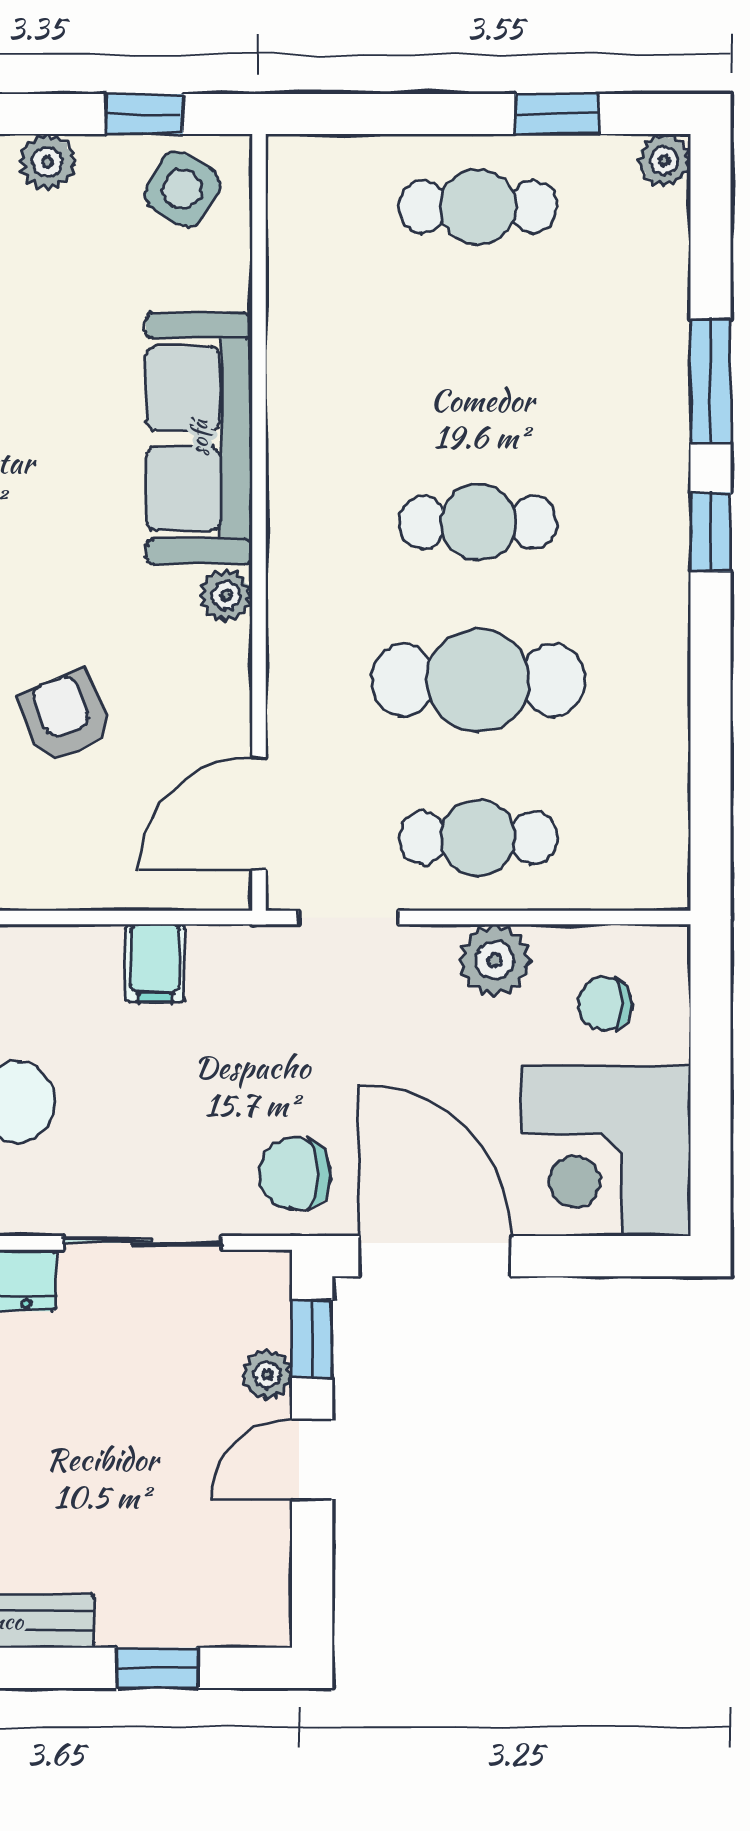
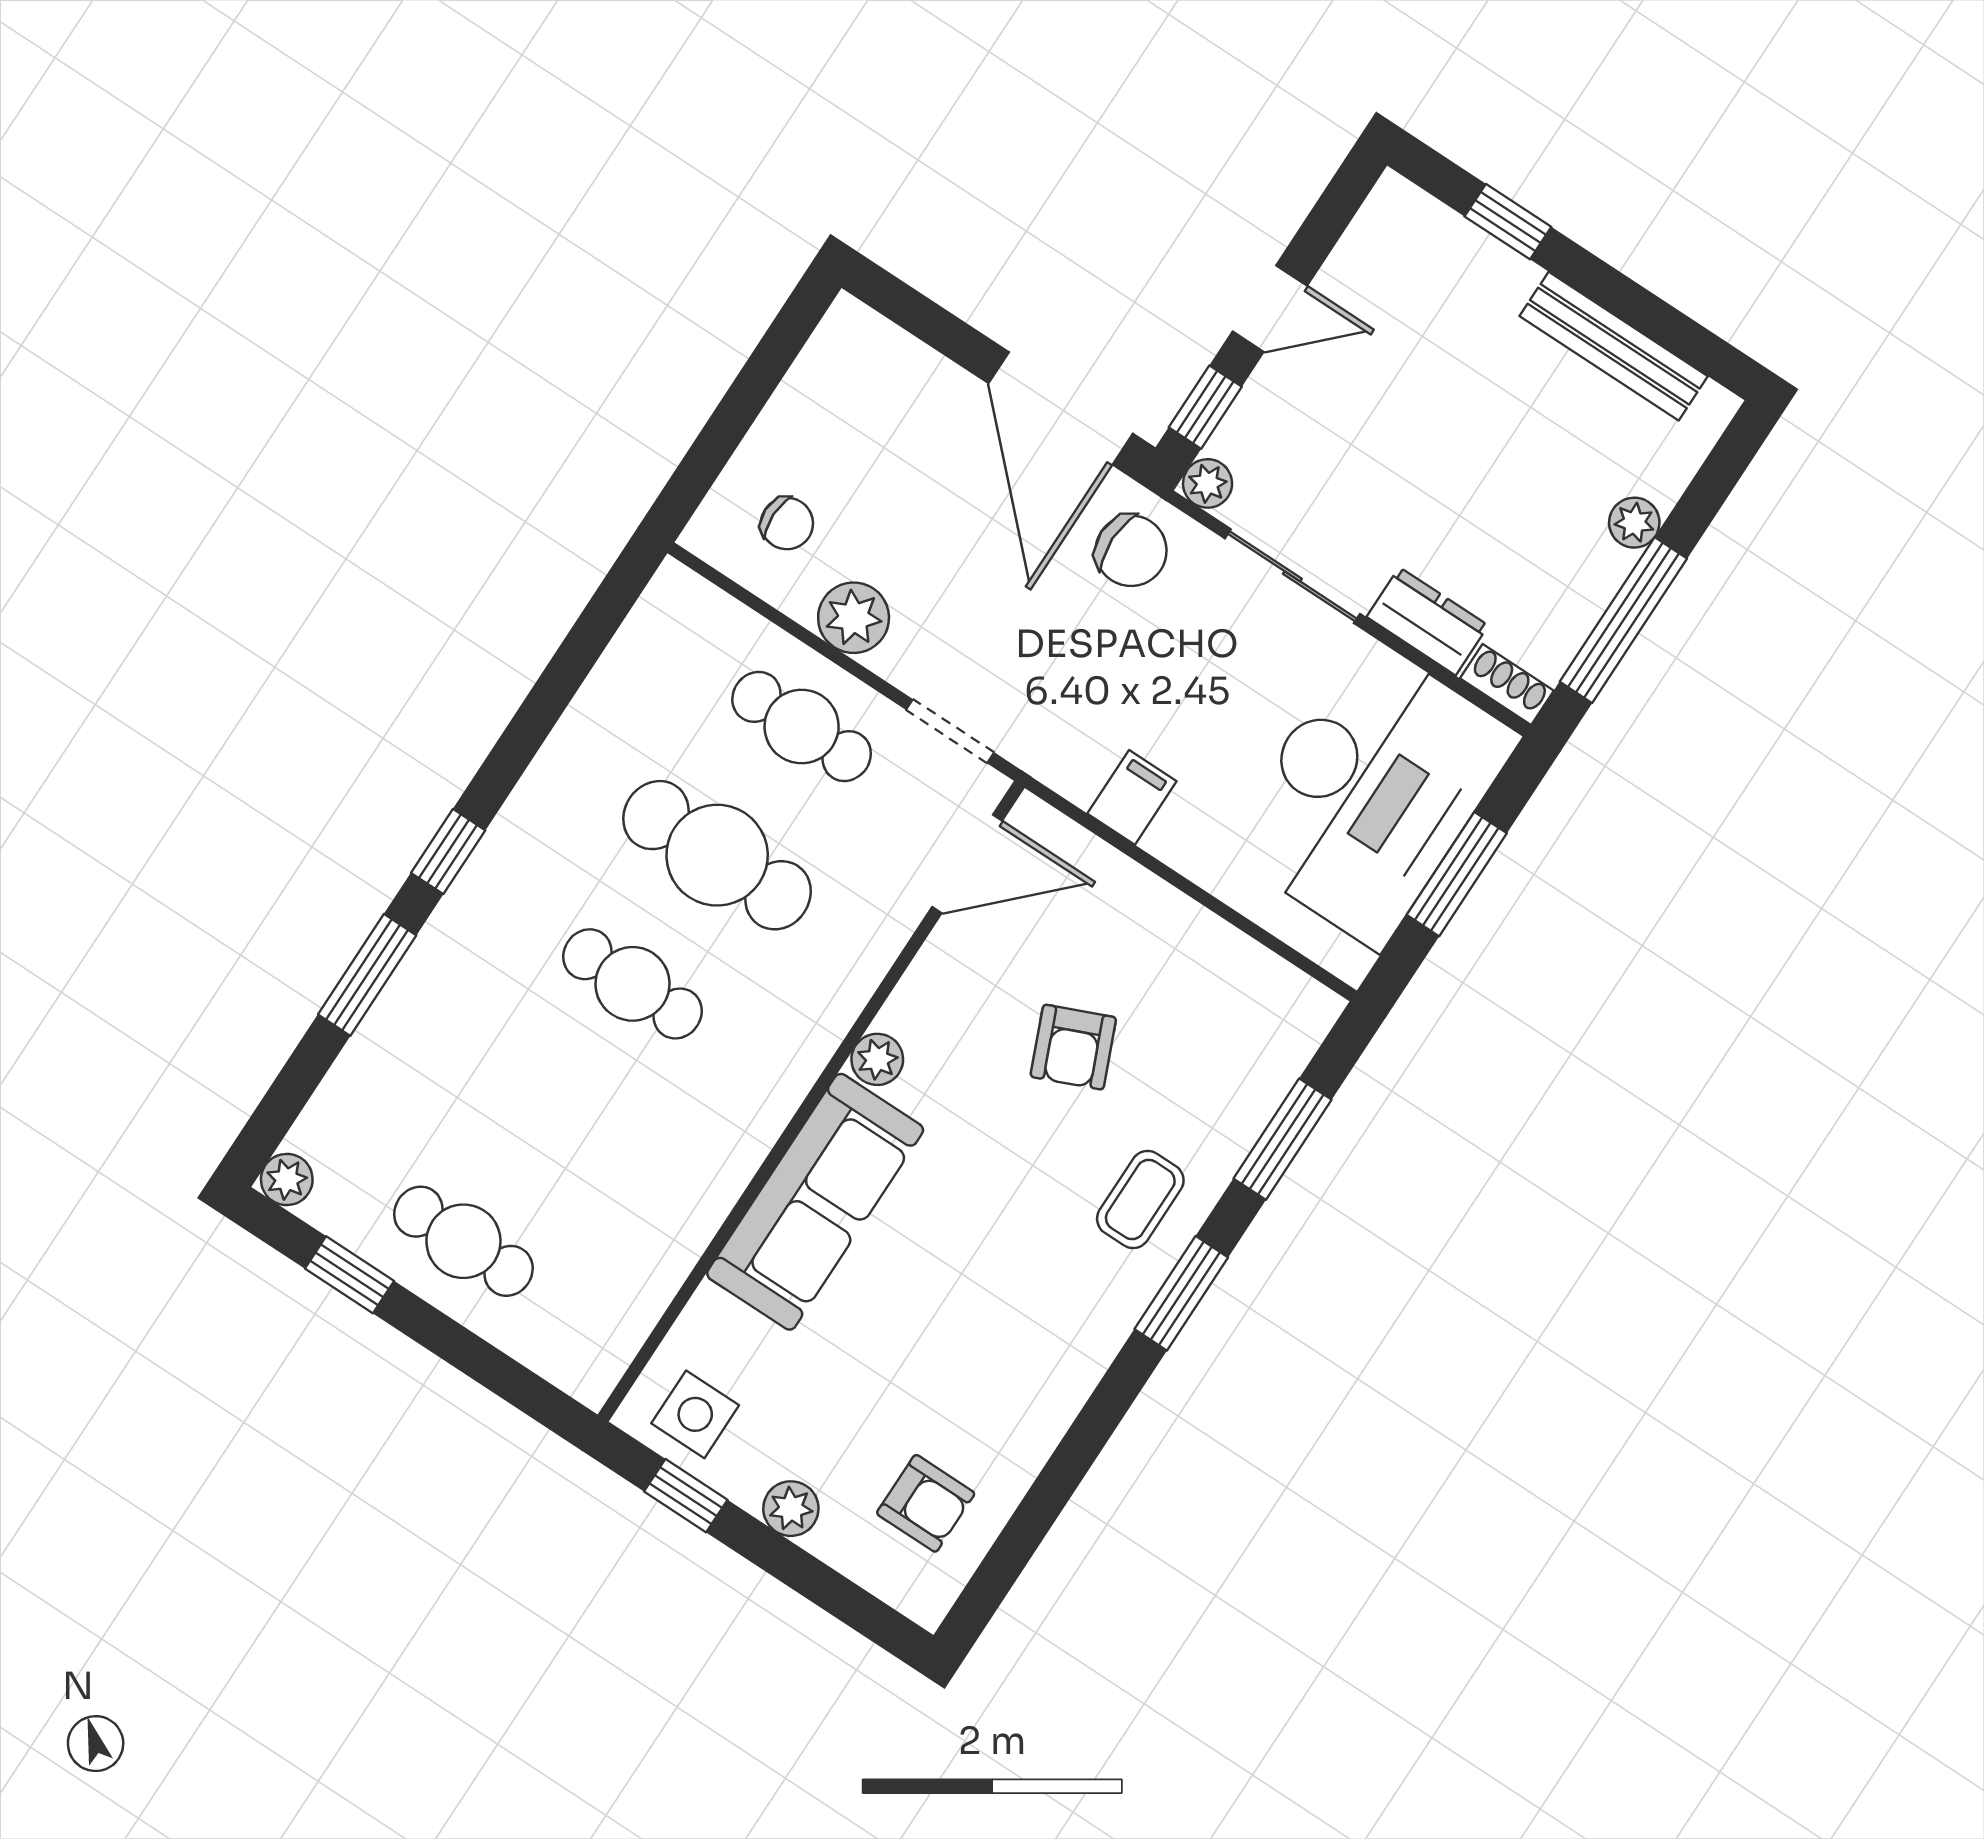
side table: (182, 189) -> (695, 1414), turned -31
corner desk: (605, 1151) -> (865, 403), removed
plant: (267, 1375) -> (1208, 483), moved

